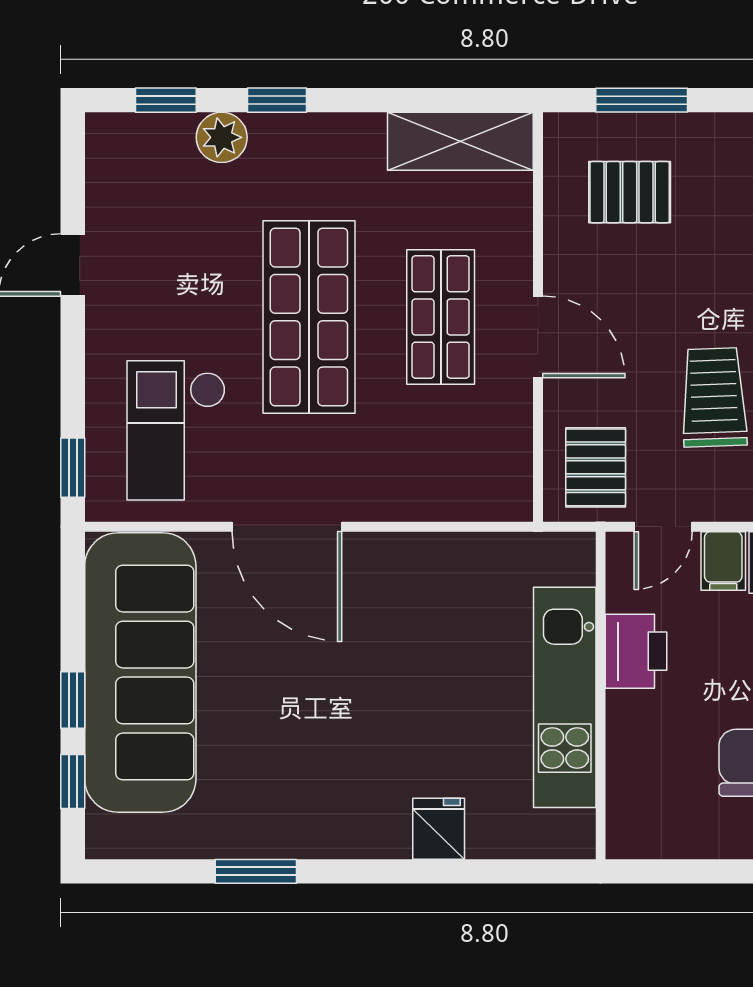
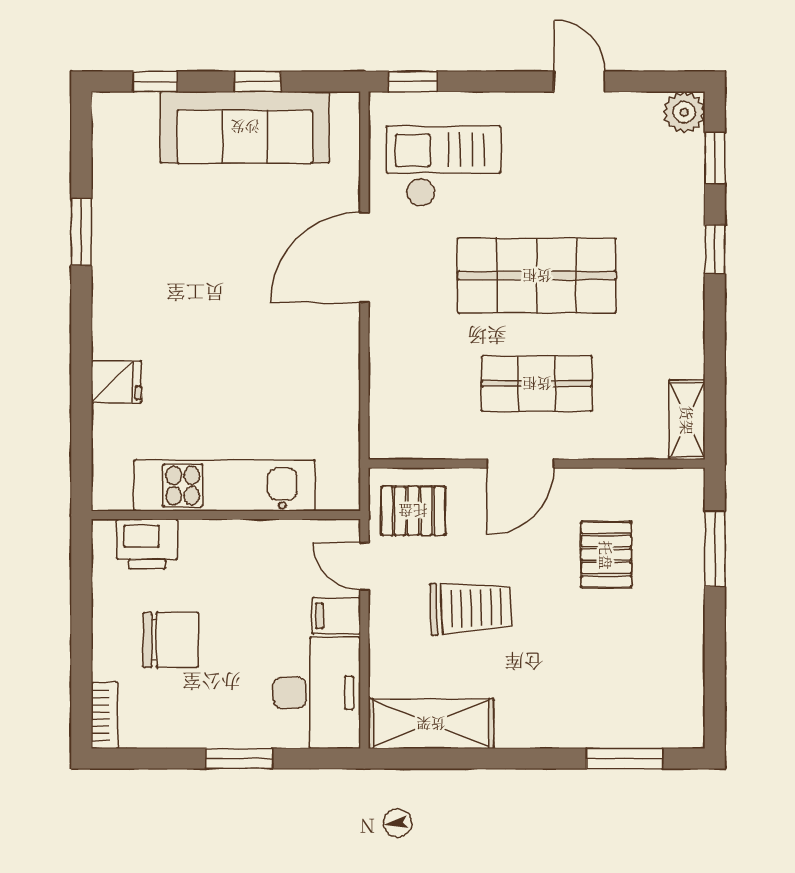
plant: (222, 137) -> (684, 112), moved
shelving: (460, 141) -> (687, 420), width x0.67, depth x0.75
pallet: (630, 192) -> (606, 555), moved
printer: (636, 651) -> (147, 544), moved
sofa: (140, 672) -> (245, 127), width x0.74, depth x0.79
window: (73, 700) -> (257, 82), moved

